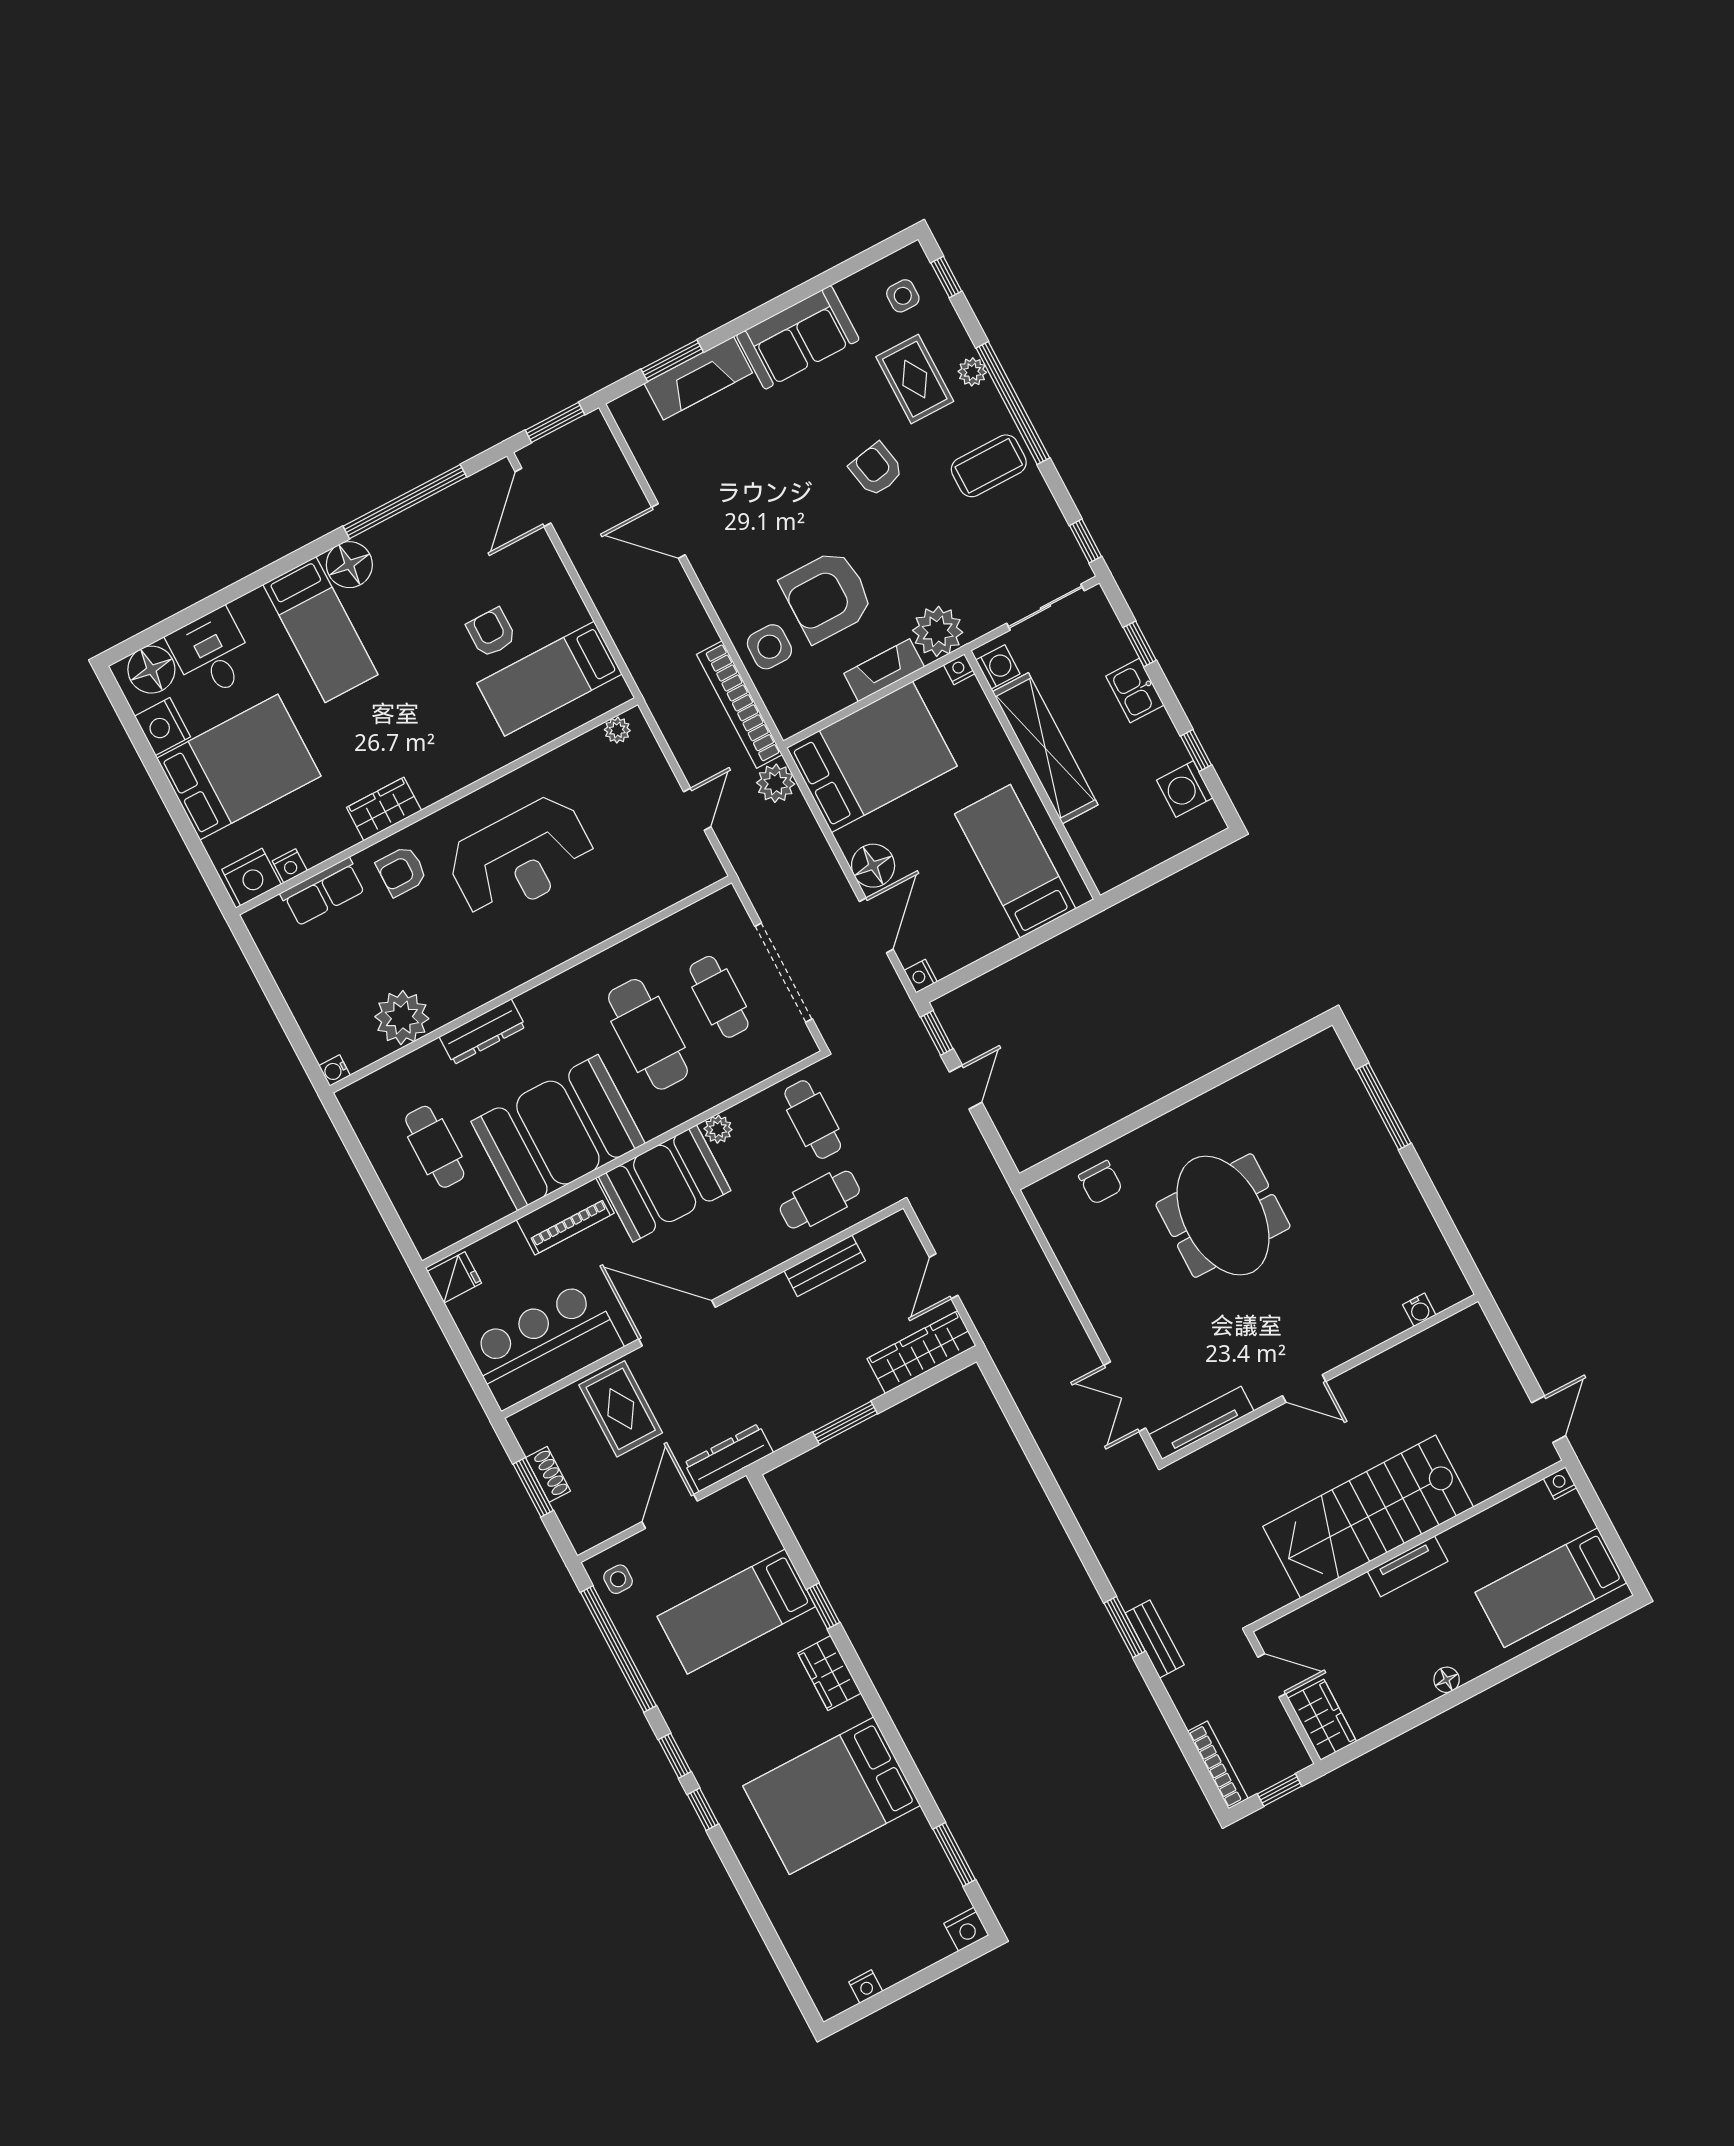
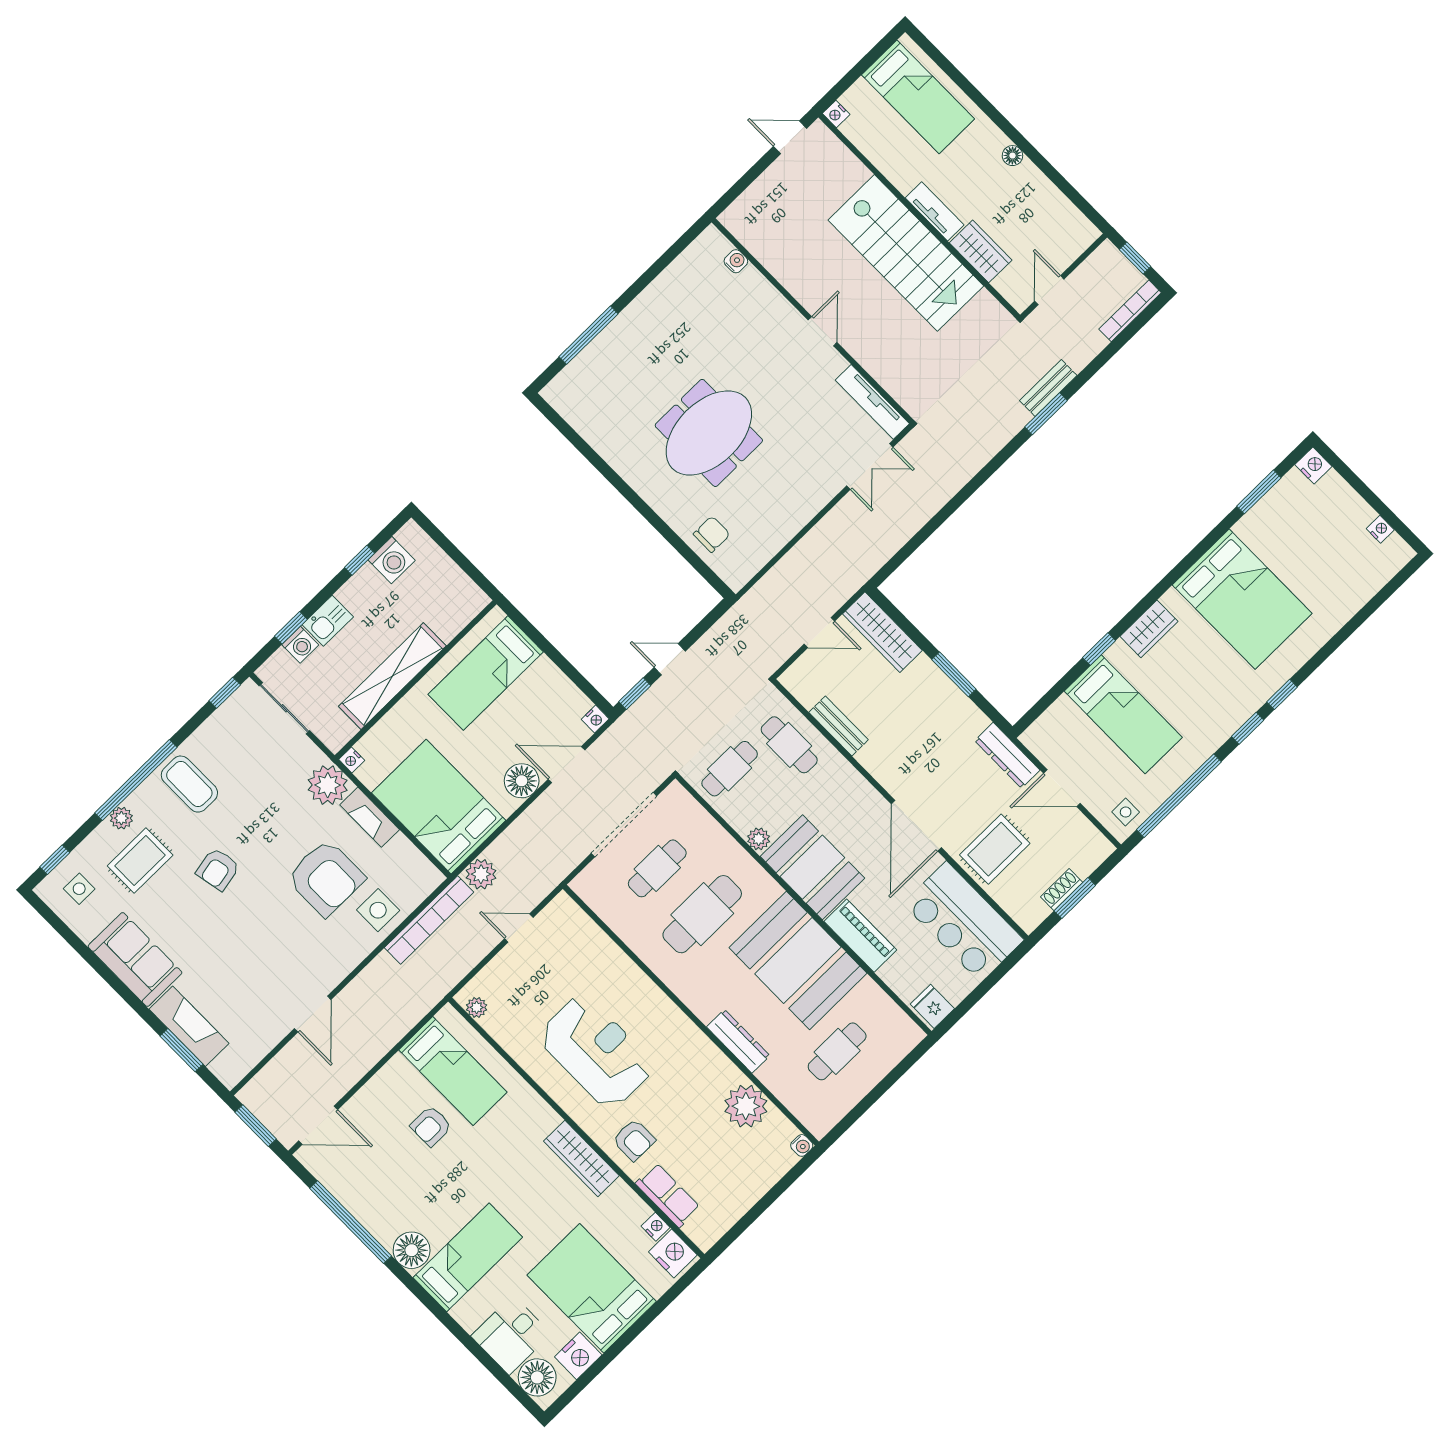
washing machine: (998, 667) -> (300, 645), moved, turned 180
wardrobe: (384, 809) -> (581, 1158), width x1.50
wardrobe: (1322, 1720) -> (981, 251), moved, turned 90

